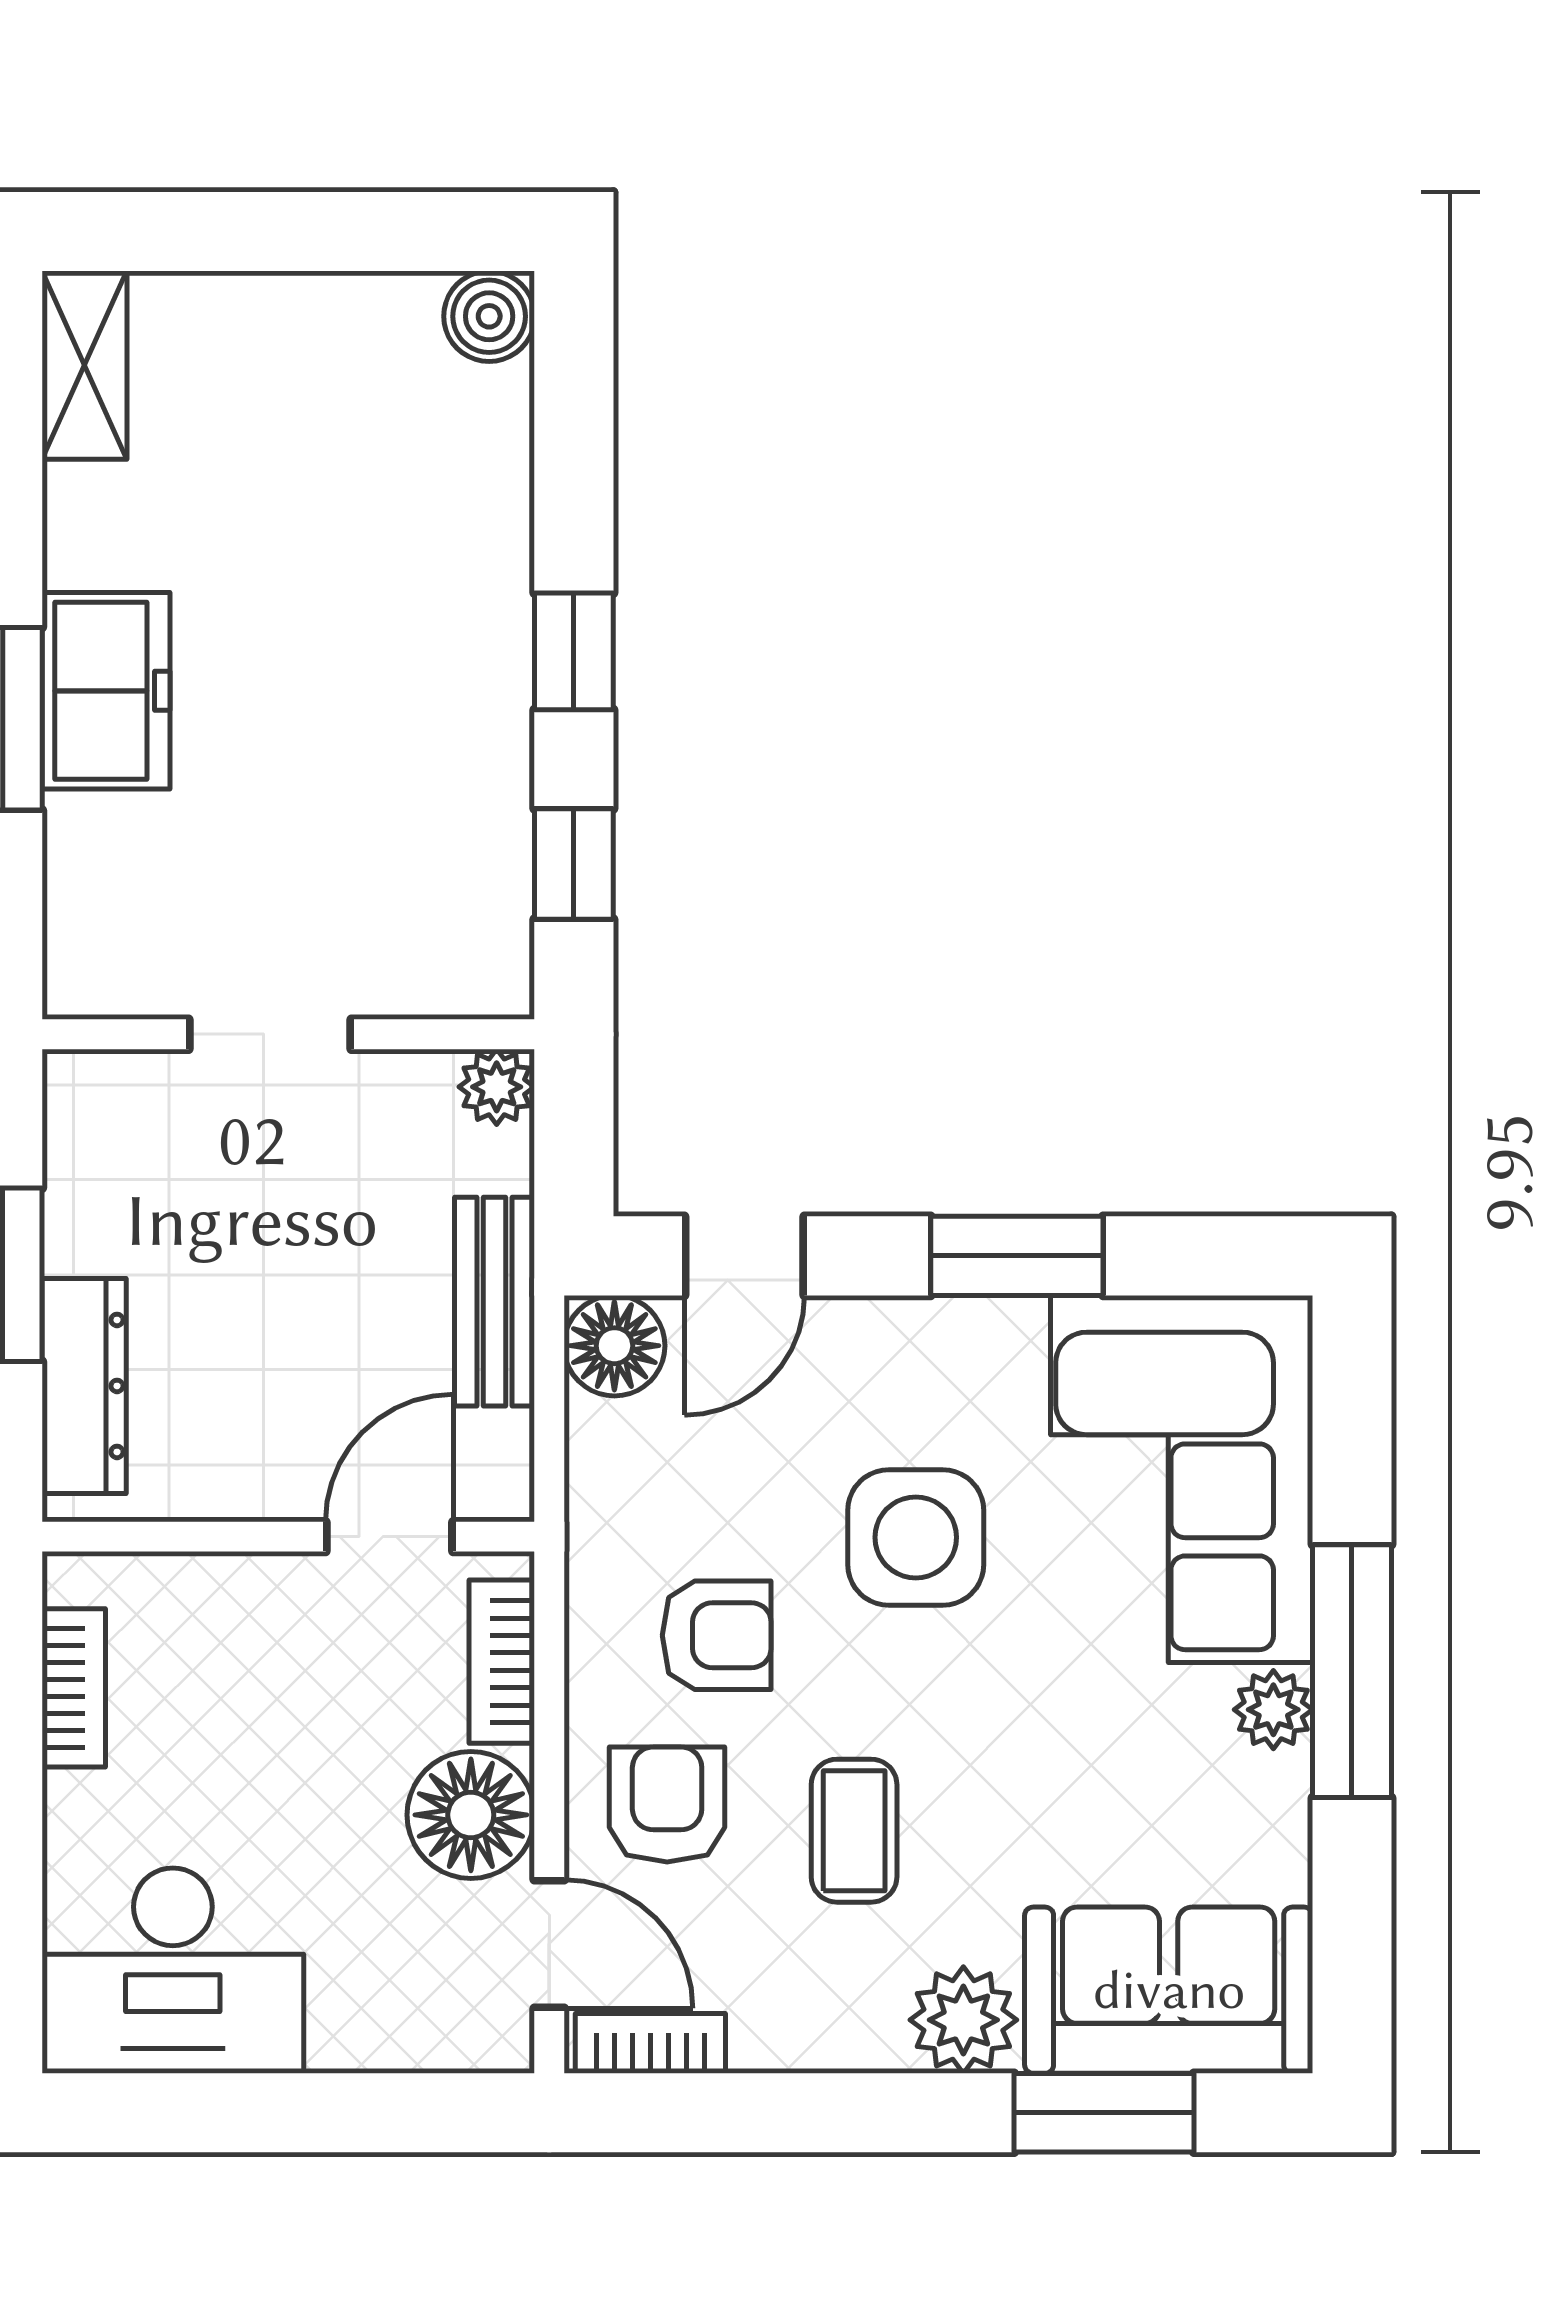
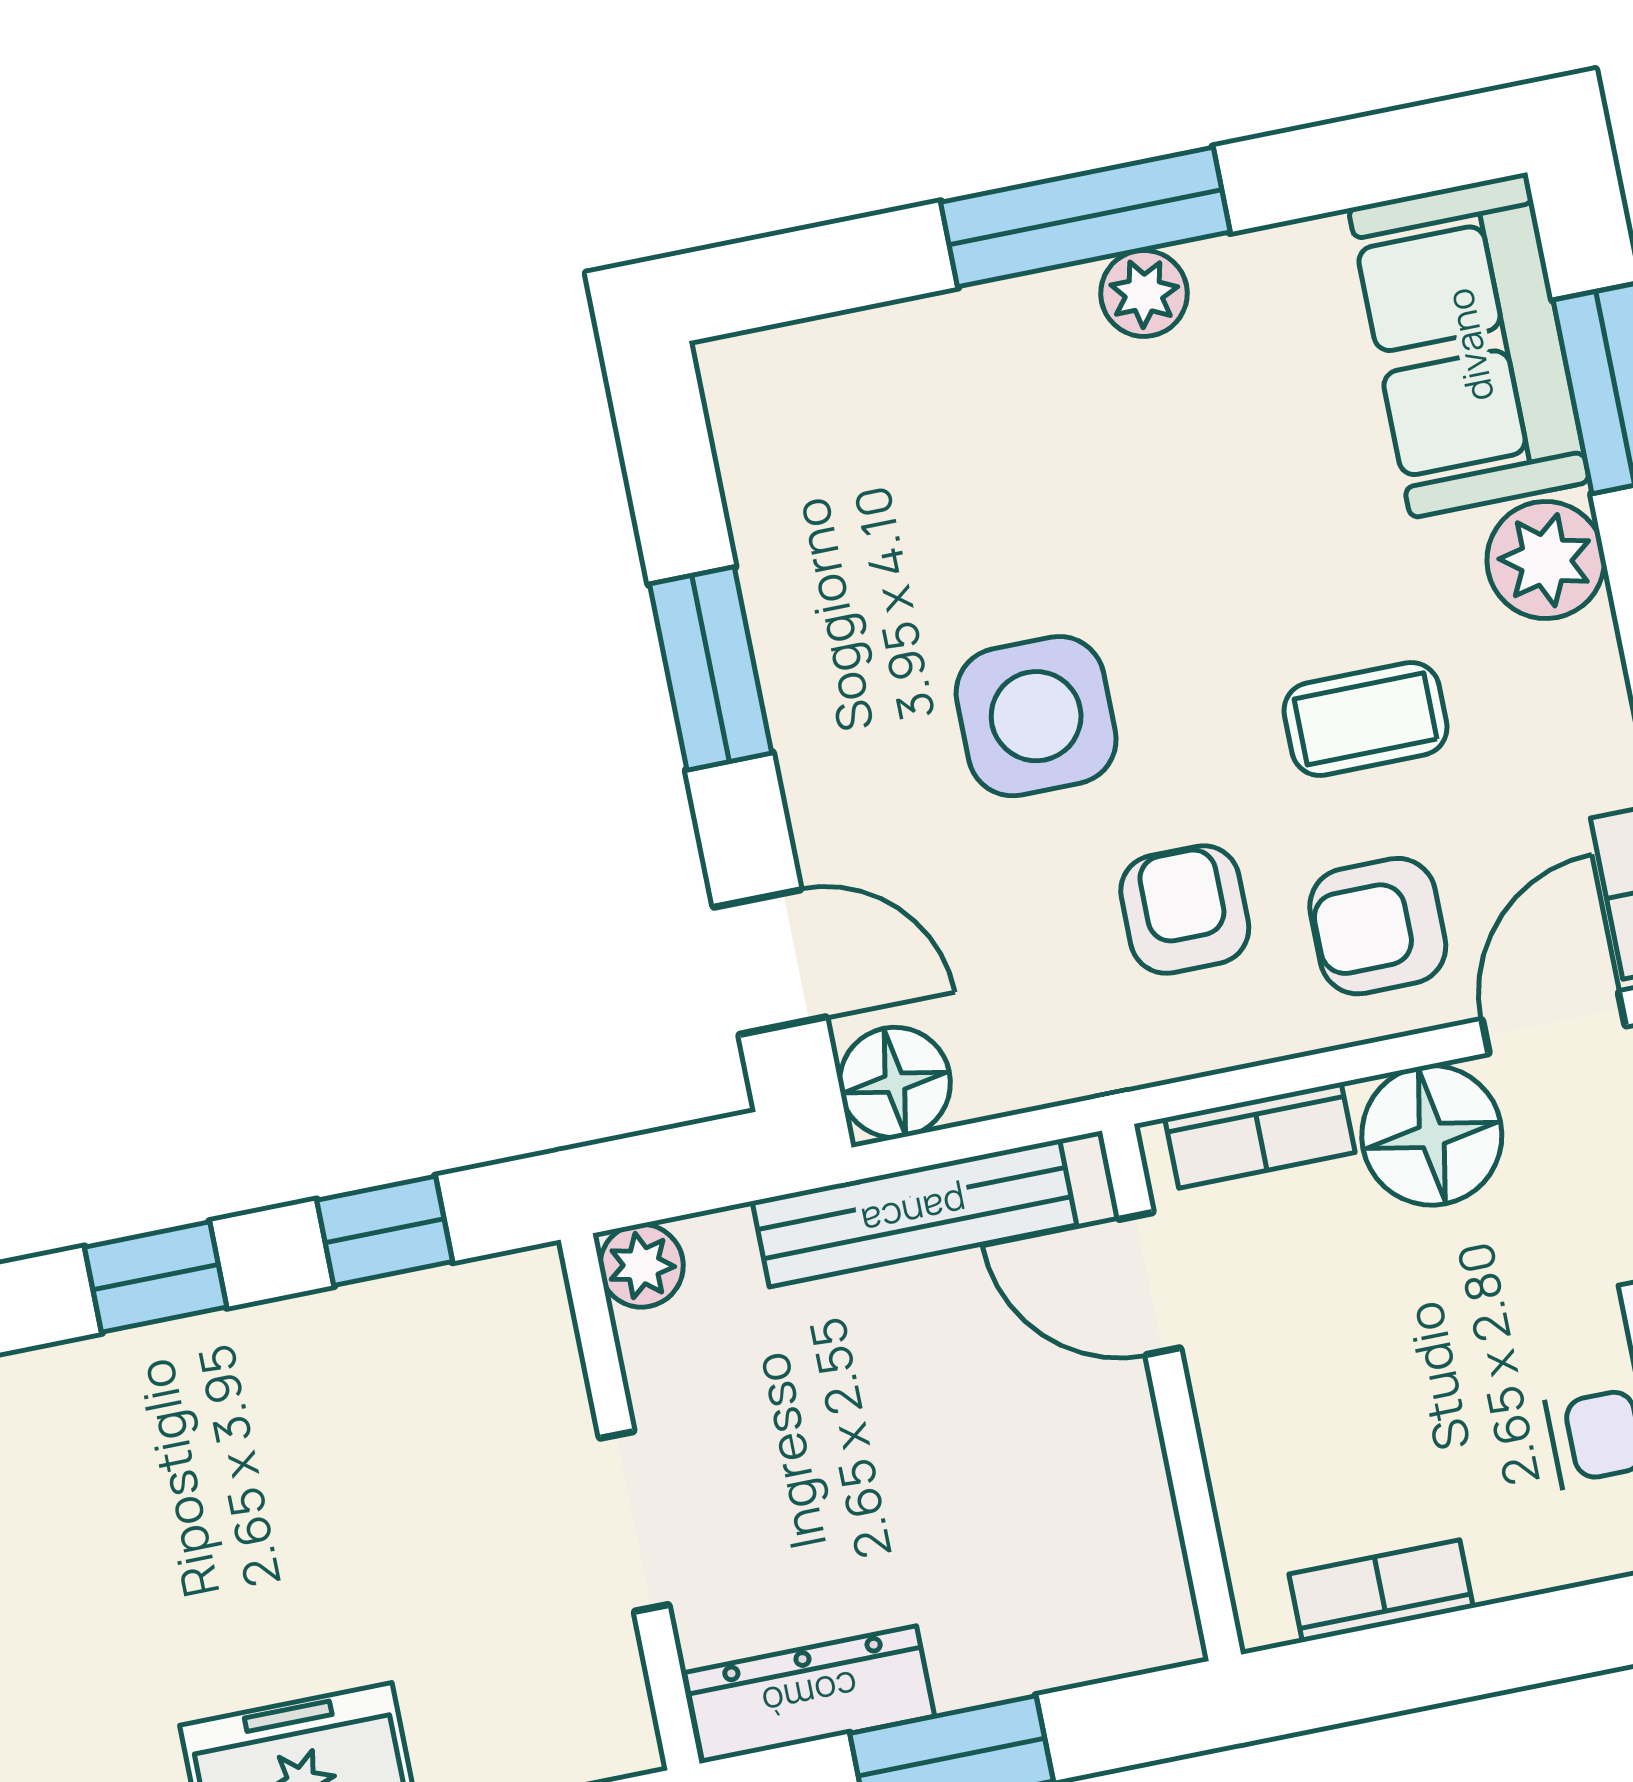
bench: (495, 1302) -> (914, 1213), width x1.36
dresser: (84, 1386) -> (810, 1694), moved
corner sofa: (1182, 1479) -> (915, 442), removed

